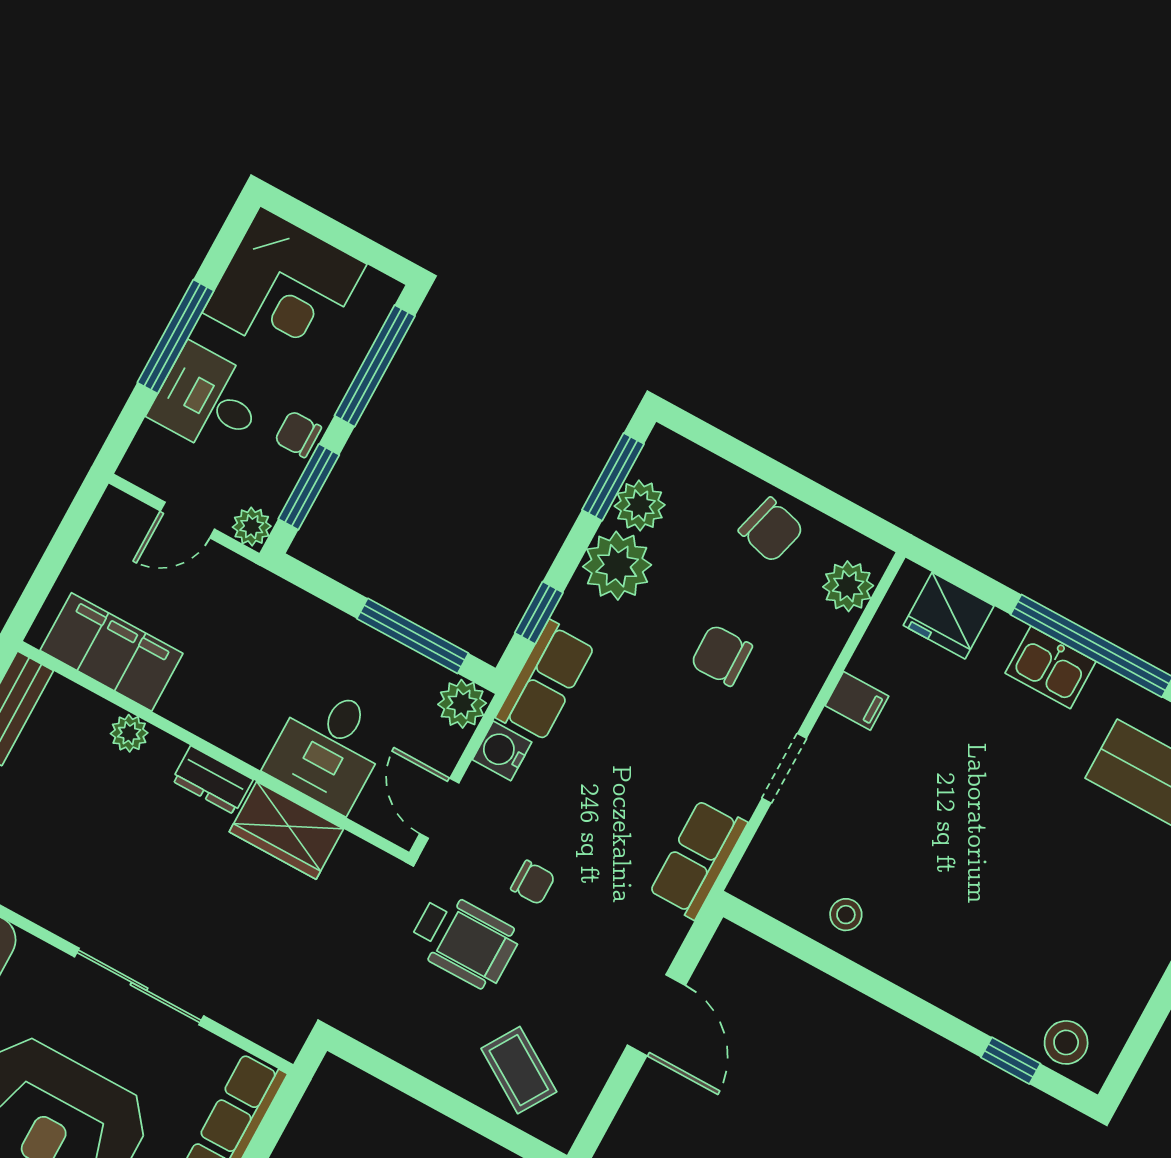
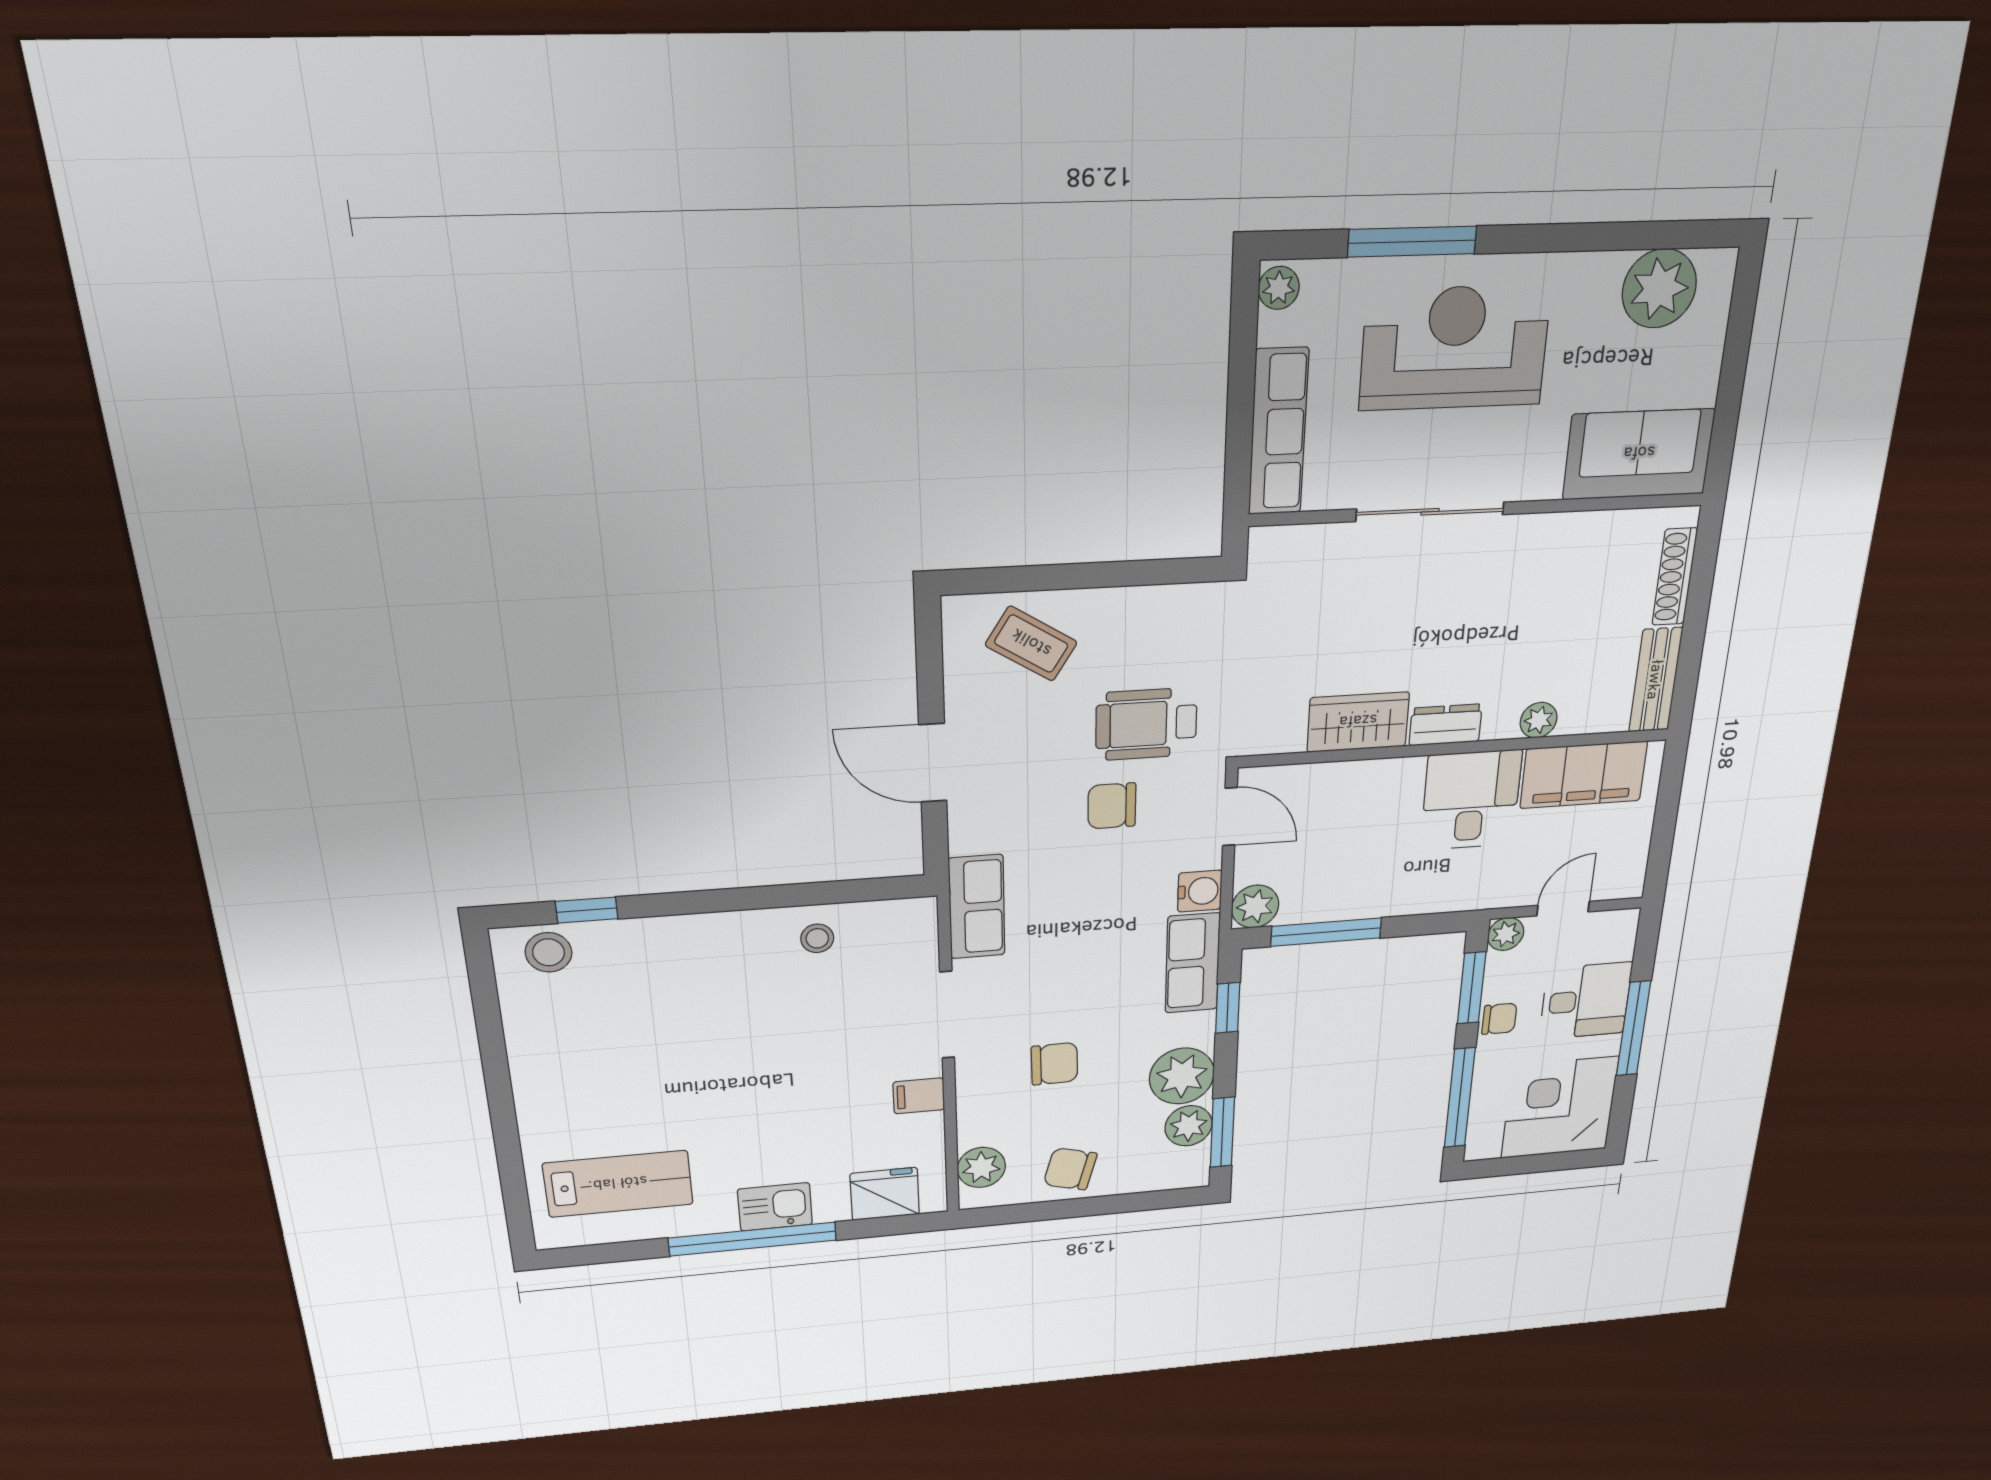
desk: (329, 748) -> (1471, 800), moved
doorway: (784, 768) -> (947, 1015), width x1.38
chair: (533, 883) -> (1112, 806), width x1.37, depth x1.37

